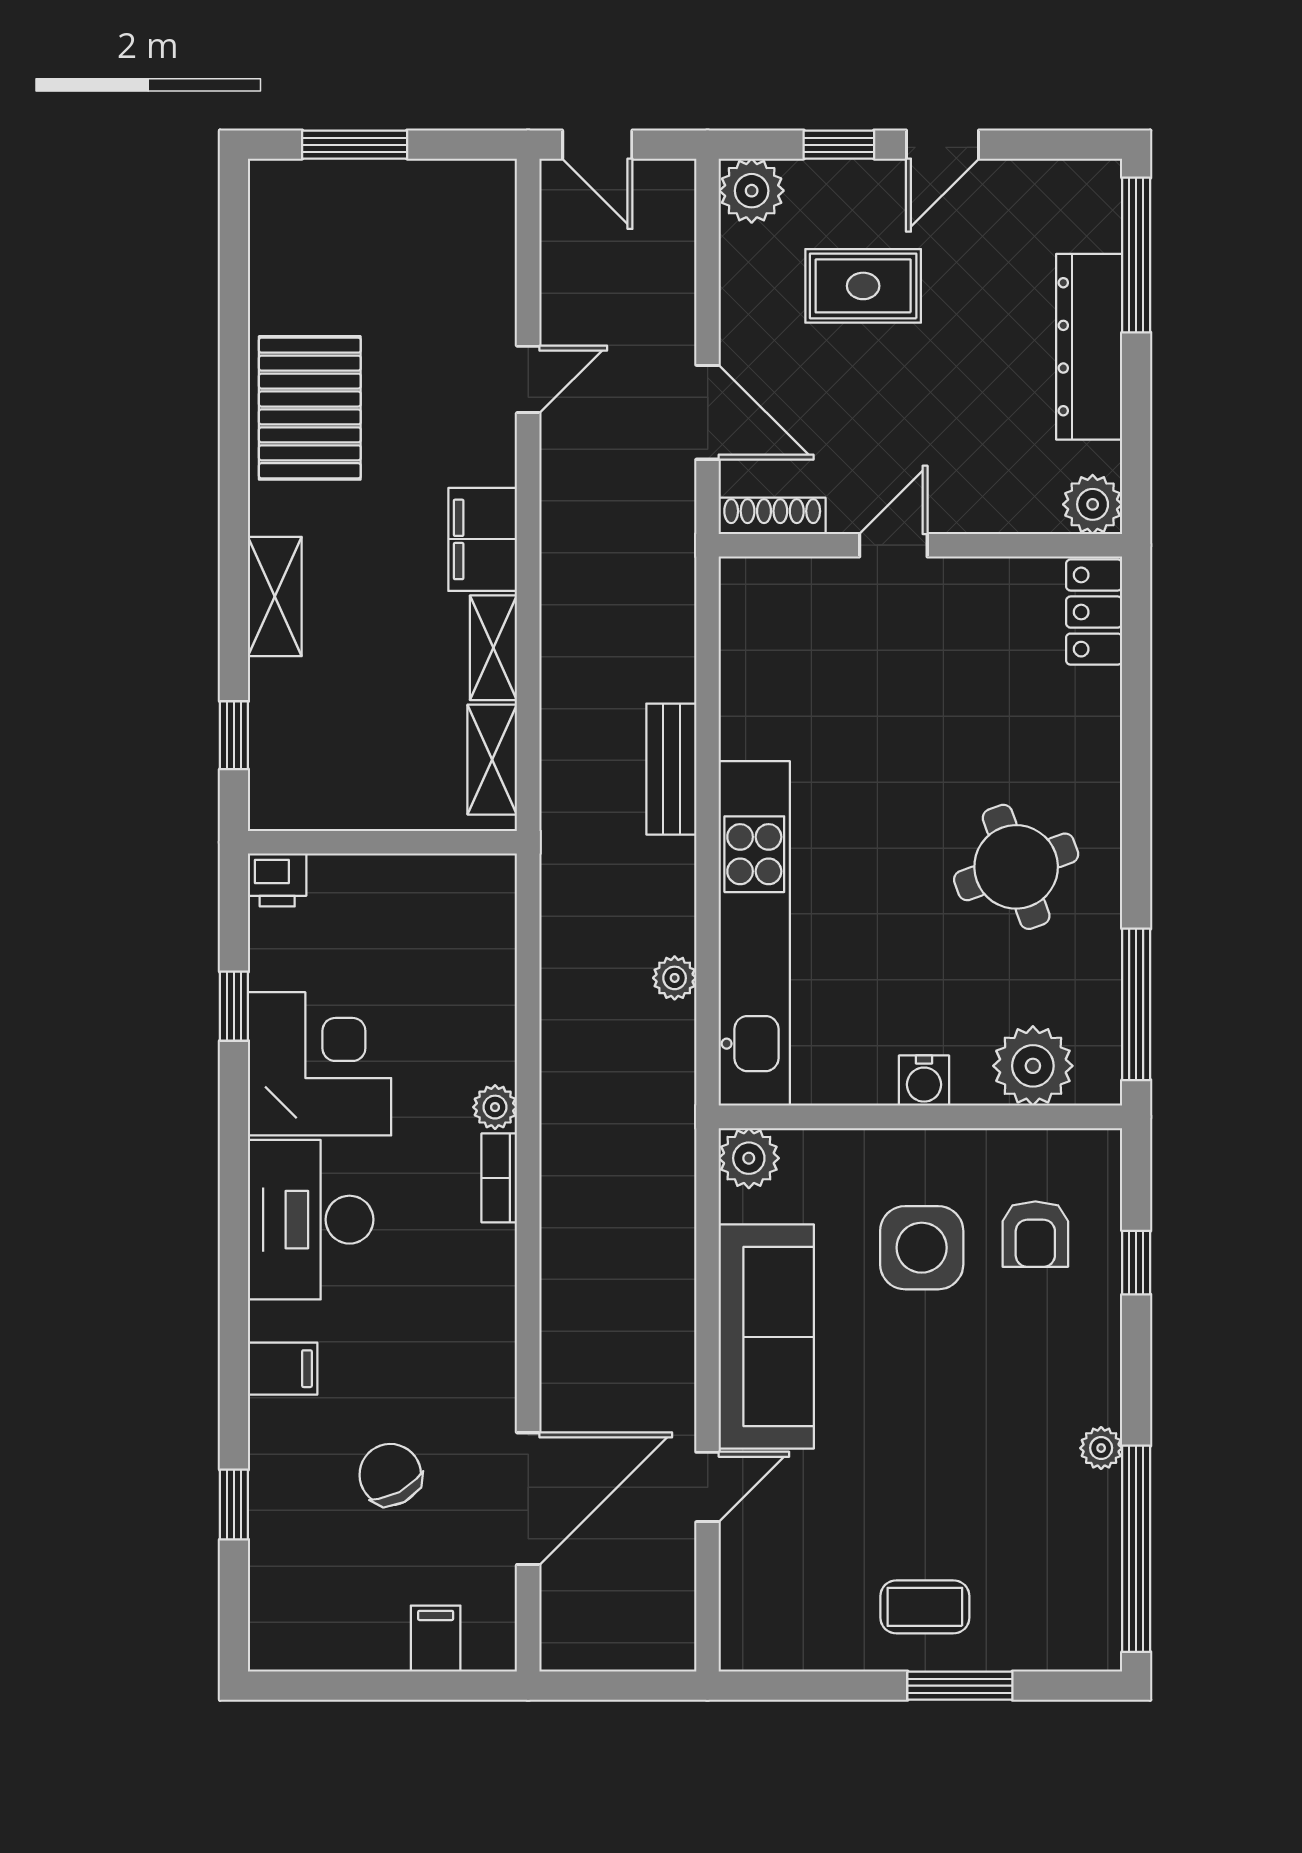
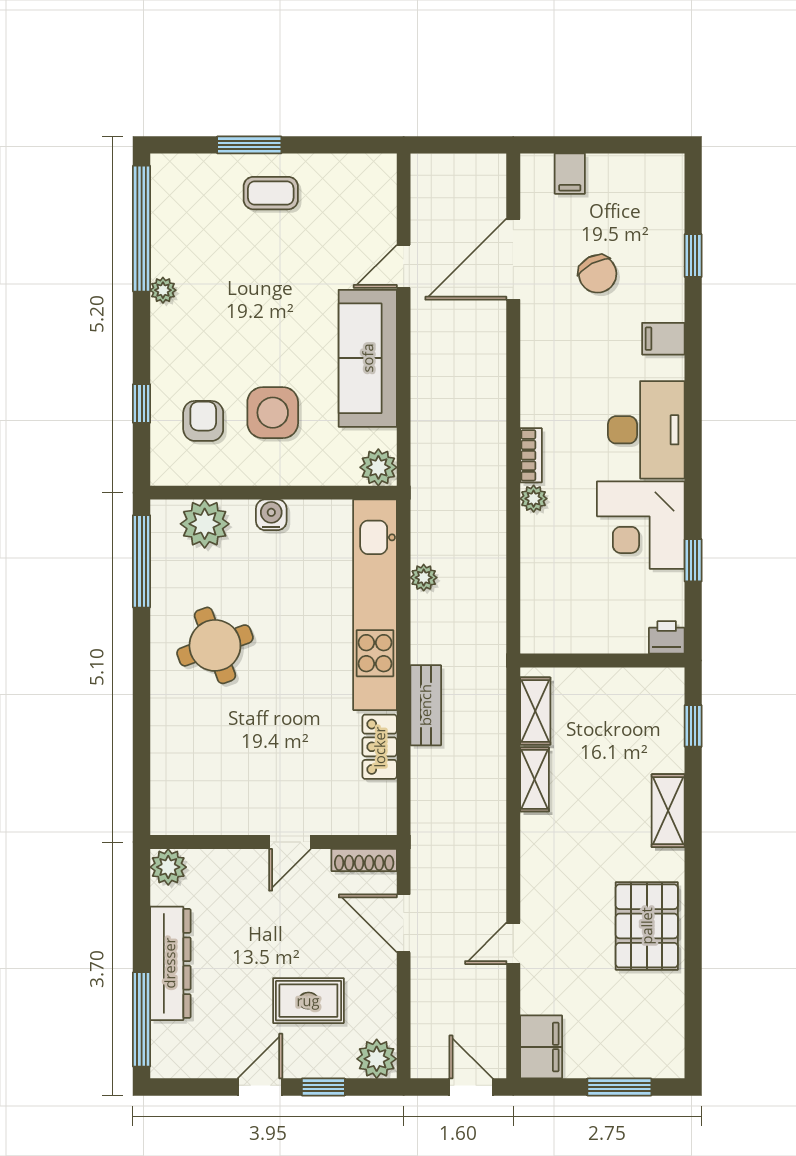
filing cabinet: (483, 539) -> (541, 1047), moved
locker: (1094, 612) -> (380, 747), moved, turned 180

